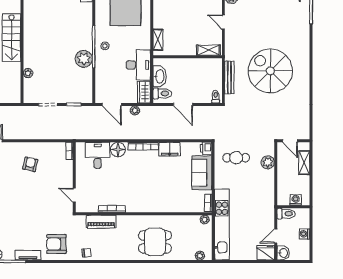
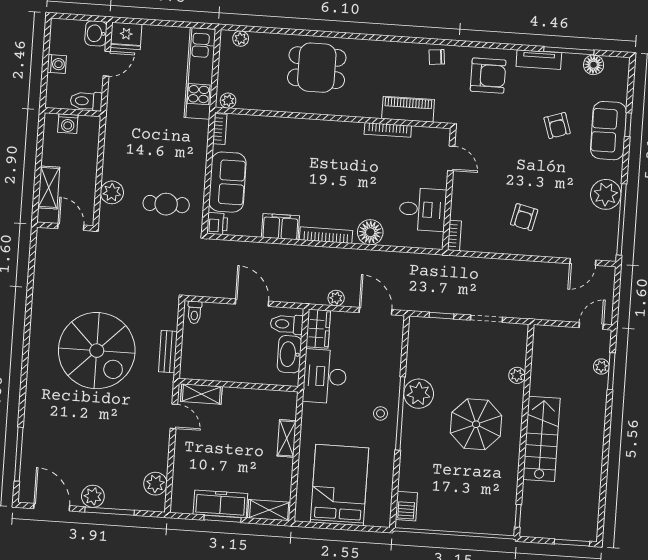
door: (223, 22) -> (174, 416), moved
shelving: (158, 40) -> (287, 438), moved
parasol: (50, 43) -> (476, 424), added
bench: (229, 77) -> (168, 352), width x0.73
desk: (98, 155) -> (423, 209), moved, turned -90
armchair: (15, 218) -> (557, 126), added
kitchen unit: (222, 225) -> (200, 73), width x0.73

